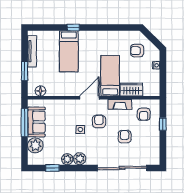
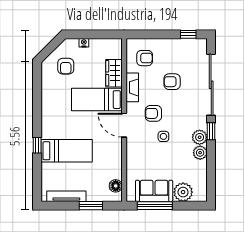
window: (163, 124) -> (188, 34), moved
window: (52, 168) -> (211, 131), moved

